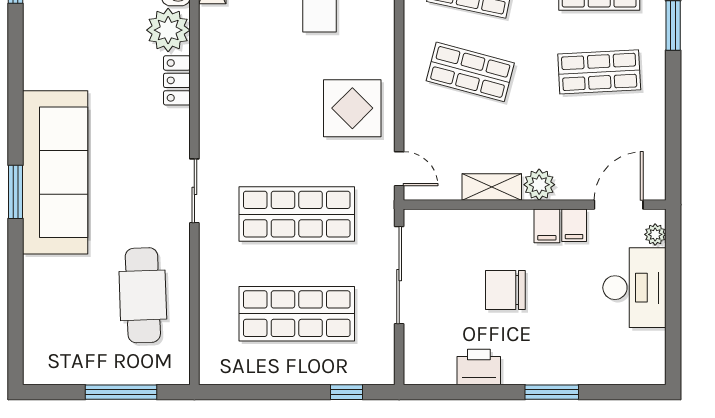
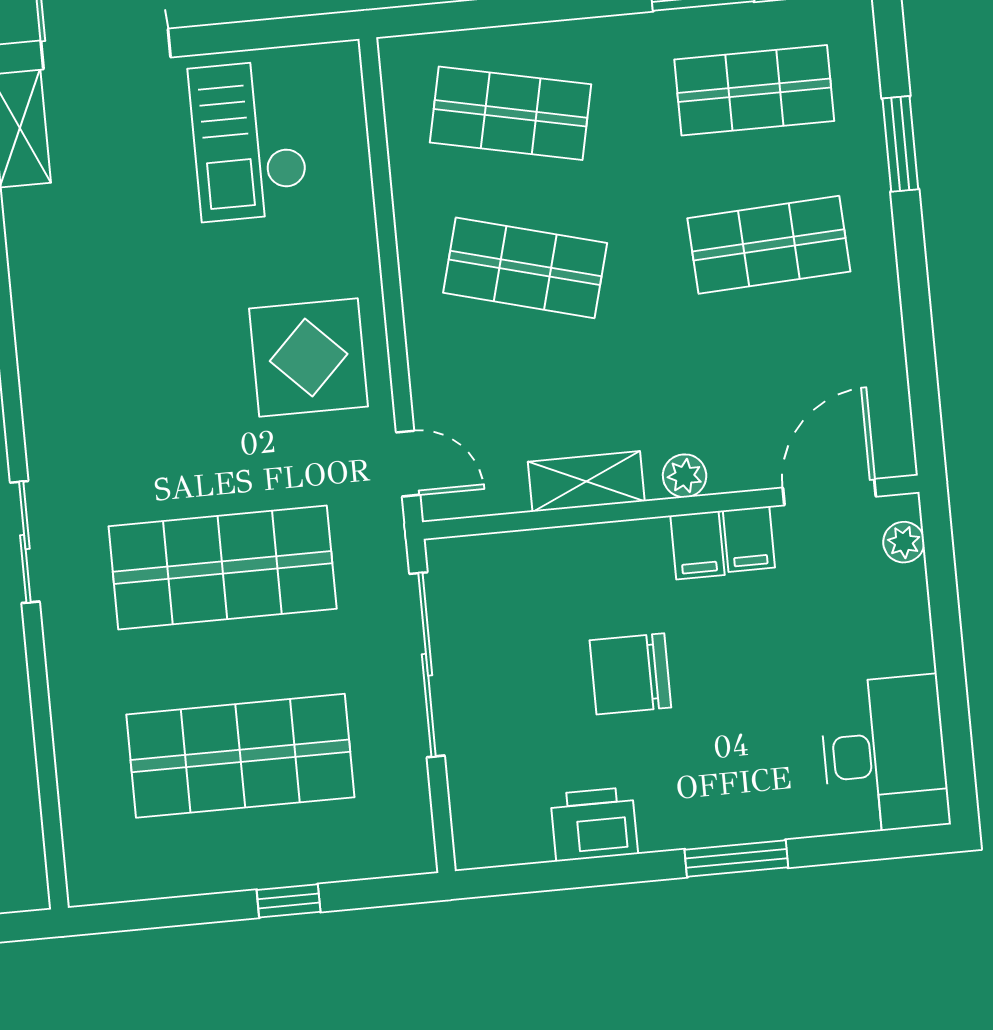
plant: (539, 185) -> (685, 476), width x0.73, depth x0.73
desk: (634, 288) -> (884, 754), moved
window: (346, 392) -> (289, 901), moved

